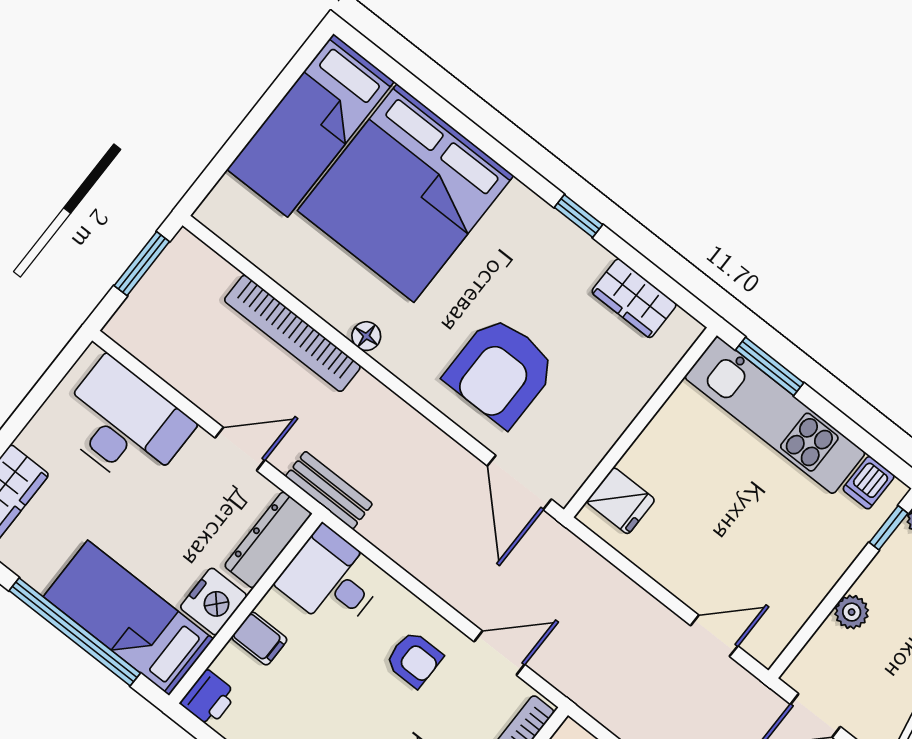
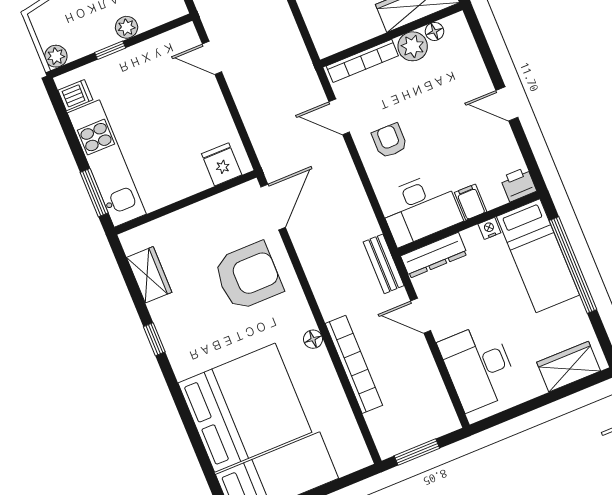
window: (889, 528) -> (110, 50), moved
desk: (331, 580) -> (420, 209), width x1.37
nightstand: (214, 602) -> (489, 228), width x0.53, depth x0.56

